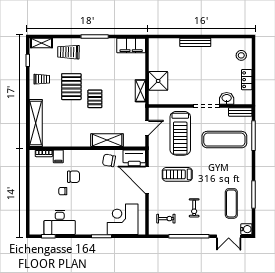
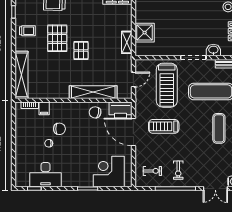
shelving: (107, 140) -> (93, 92), width x1.47
exercise mat: (231, 203) -> (219, 128), moved
exercise bike: (194, 208) -> (178, 170), moved

